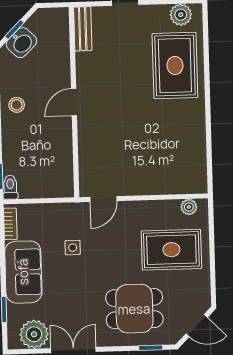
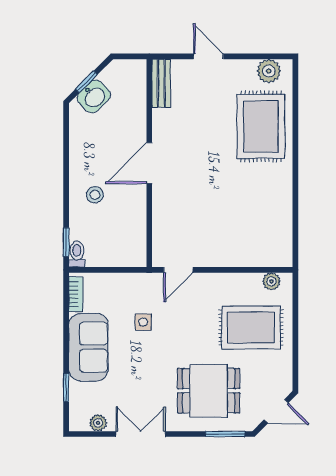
door: (74, 102) -> (149, 163), width x1.37
stool: (17, 105) -> (95, 195), moved
plant: (34, 334) -> (98, 423), width x0.53, depth x0.53
window: (151, 348) -> (225, 434), width x1.50

